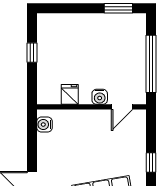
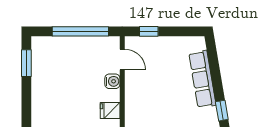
window: (151, 163) -> (149, 31), moved

